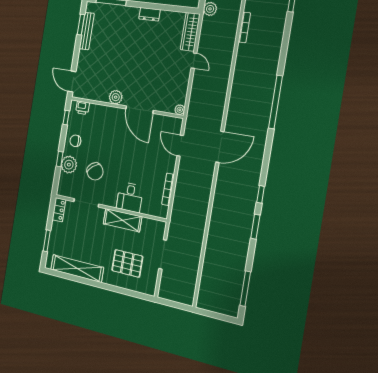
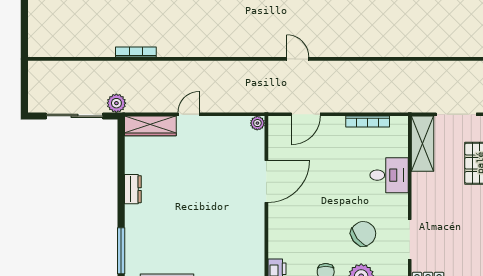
plant: (116, 97) -> (254, 220), removed
door: (220, 147) -> (298, 59), width x0.53
shelving: (122, 220) -> (423, 144), moved

